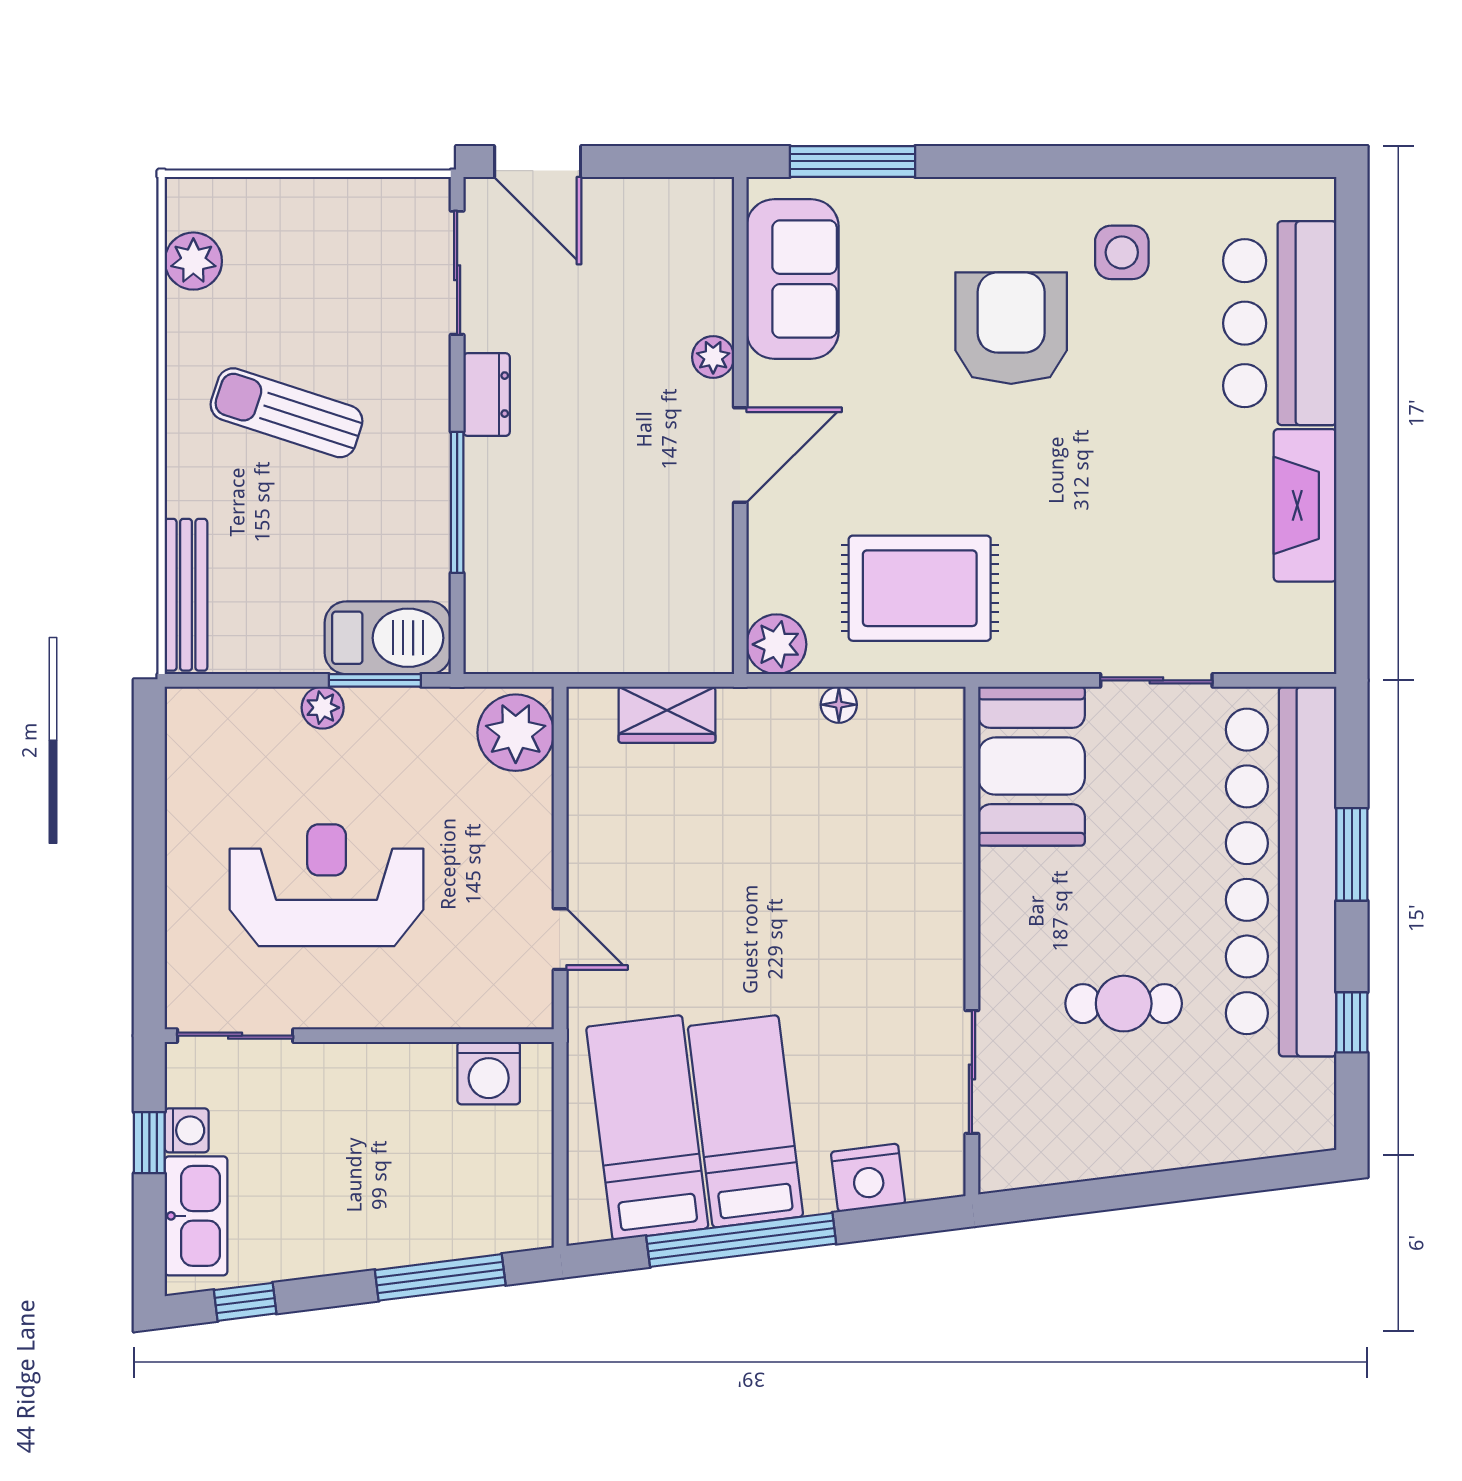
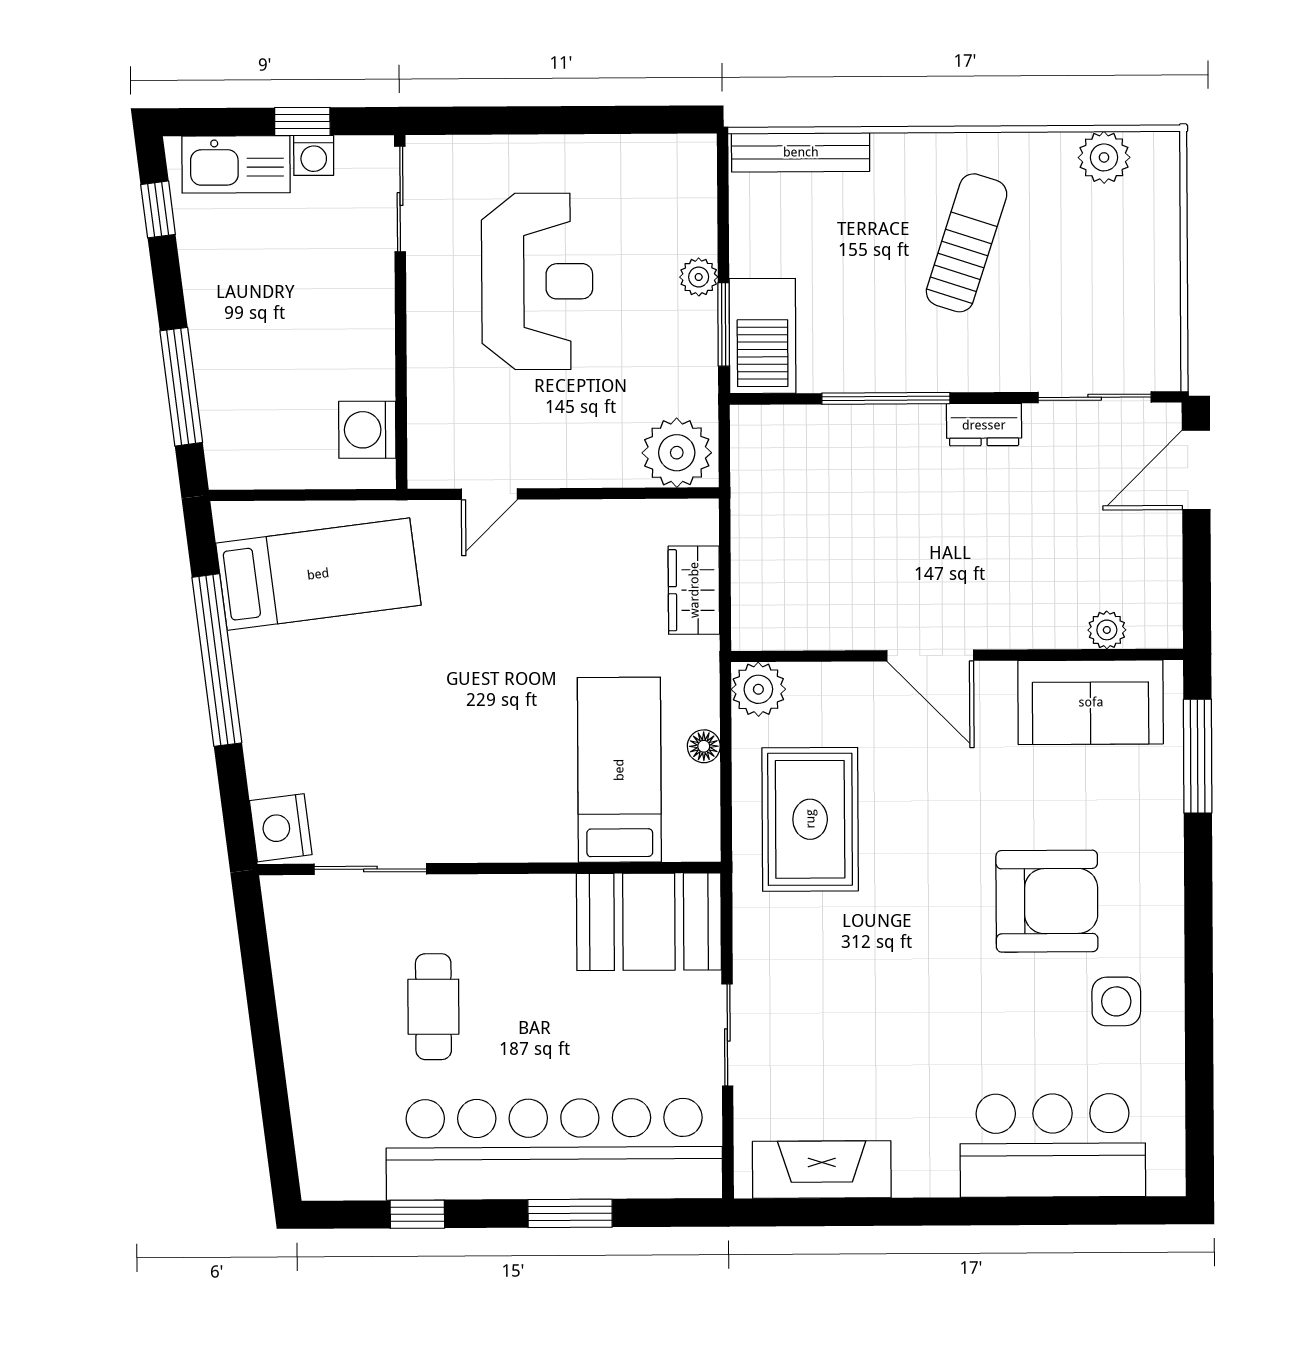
plant: (713, 357) -> (1107, 630), moved
fireplace: (1305, 505) -> (822, 1170), moved
bed: (745, 1121) -> (619, 770), moved, turned -83
nightstand: (868, 1178) -> (281, 828), moved

